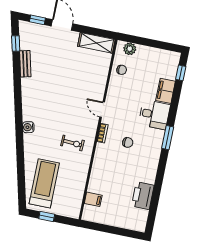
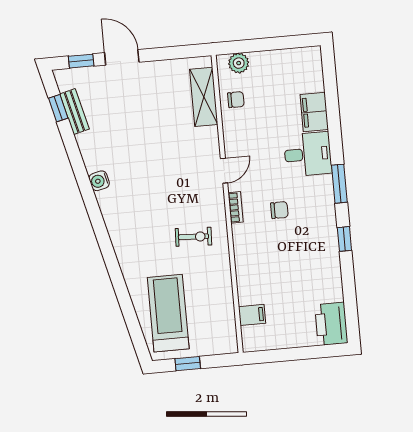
shelving: (96, 43) -> (204, 97), moved, turned 90
bench: (25, 64) -> (74, 111), moved
window: (181, 73) -> (344, 239), moved
door: (102, 110) -> (224, 171), swing flipped
water cooler: (28, 127) -> (99, 181), moved
printer: (143, 196) -> (331, 324), moved

